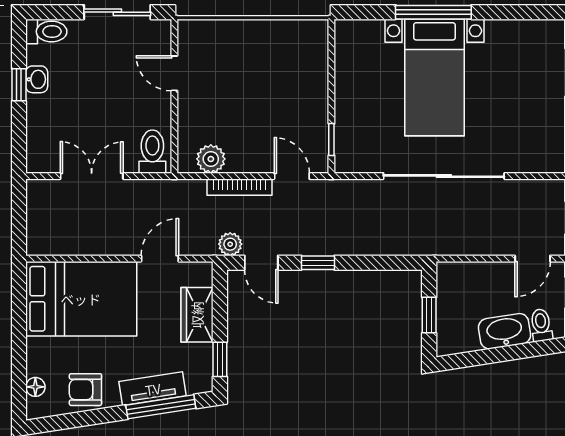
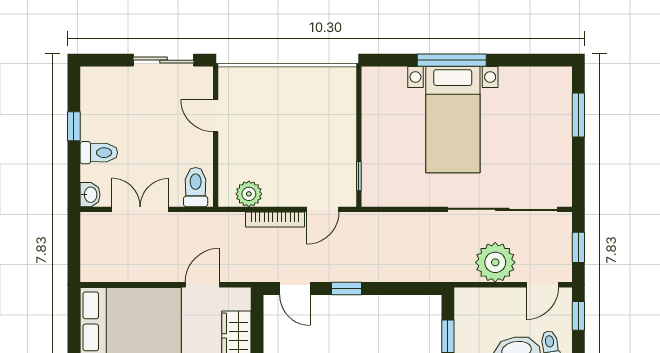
toilet: (46, 32) -> (99, 153), moved
washbasin: (37, 79) -> (90, 195), moved
door: (292, 176) -> (323, 209), swing flipped
sliding door: (444, 176) -> (502, 209), moved
plant: (230, 244) -> (495, 262), moved, width x1.87, depth x1.87

